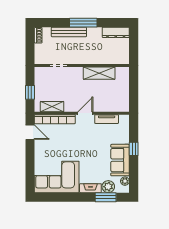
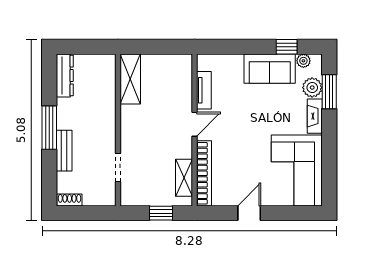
bench: (69, 32) -> (64, 151), width x0.73
shelving: (99, 73) -> (130, 79), moved
door: (85, 113) -> (195, 124), swing flipped
door: (30, 132) -> (249, 213), moved
window: (134, 149) -> (287, 47), moved

